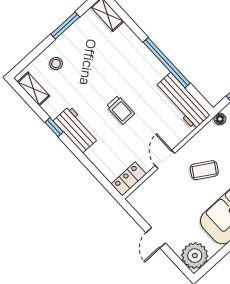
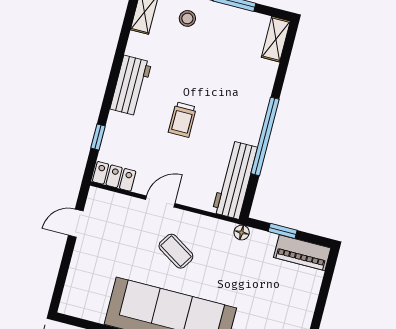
window: (54, 127) -> (98, 137), moved
door: (156, 238) -> (76, 223), moved
plant: (195, 256) -> (78, 300), removed

